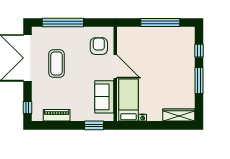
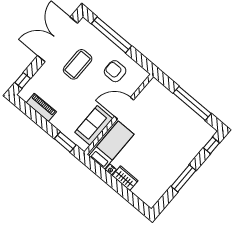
armchair: (99, 46) -> (115, 71), moved, turned -90
window: (199, 51) -> (211, 145), moved
door: (115, 67) -> (124, 108), swing flipped
wardrobe: (179, 115) -> (125, 178), moved, width x0.67

